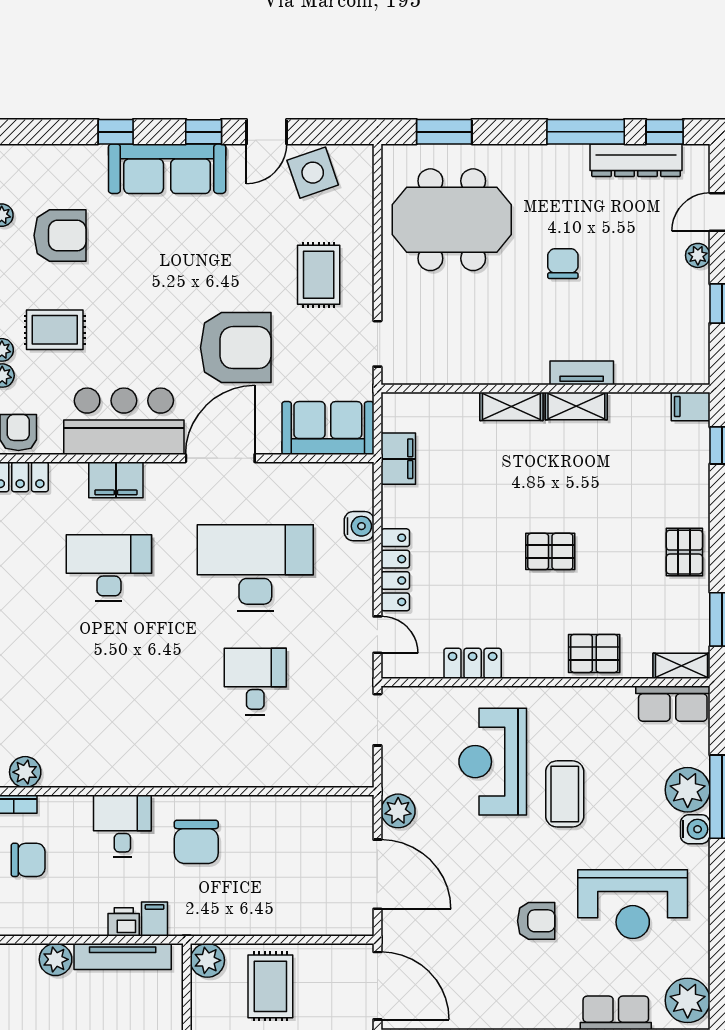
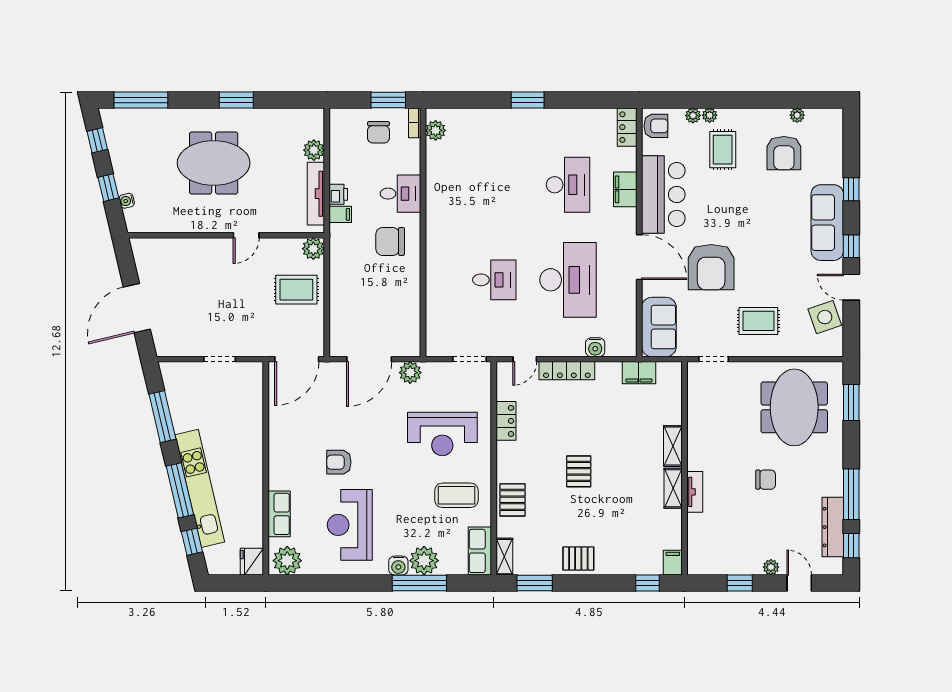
reception desk: (493, 762) -> (442, 434), turned 180
coffee table: (565, 794) -> (456, 495), moved
armchair: (536, 921) -> (339, 462), turned 90

